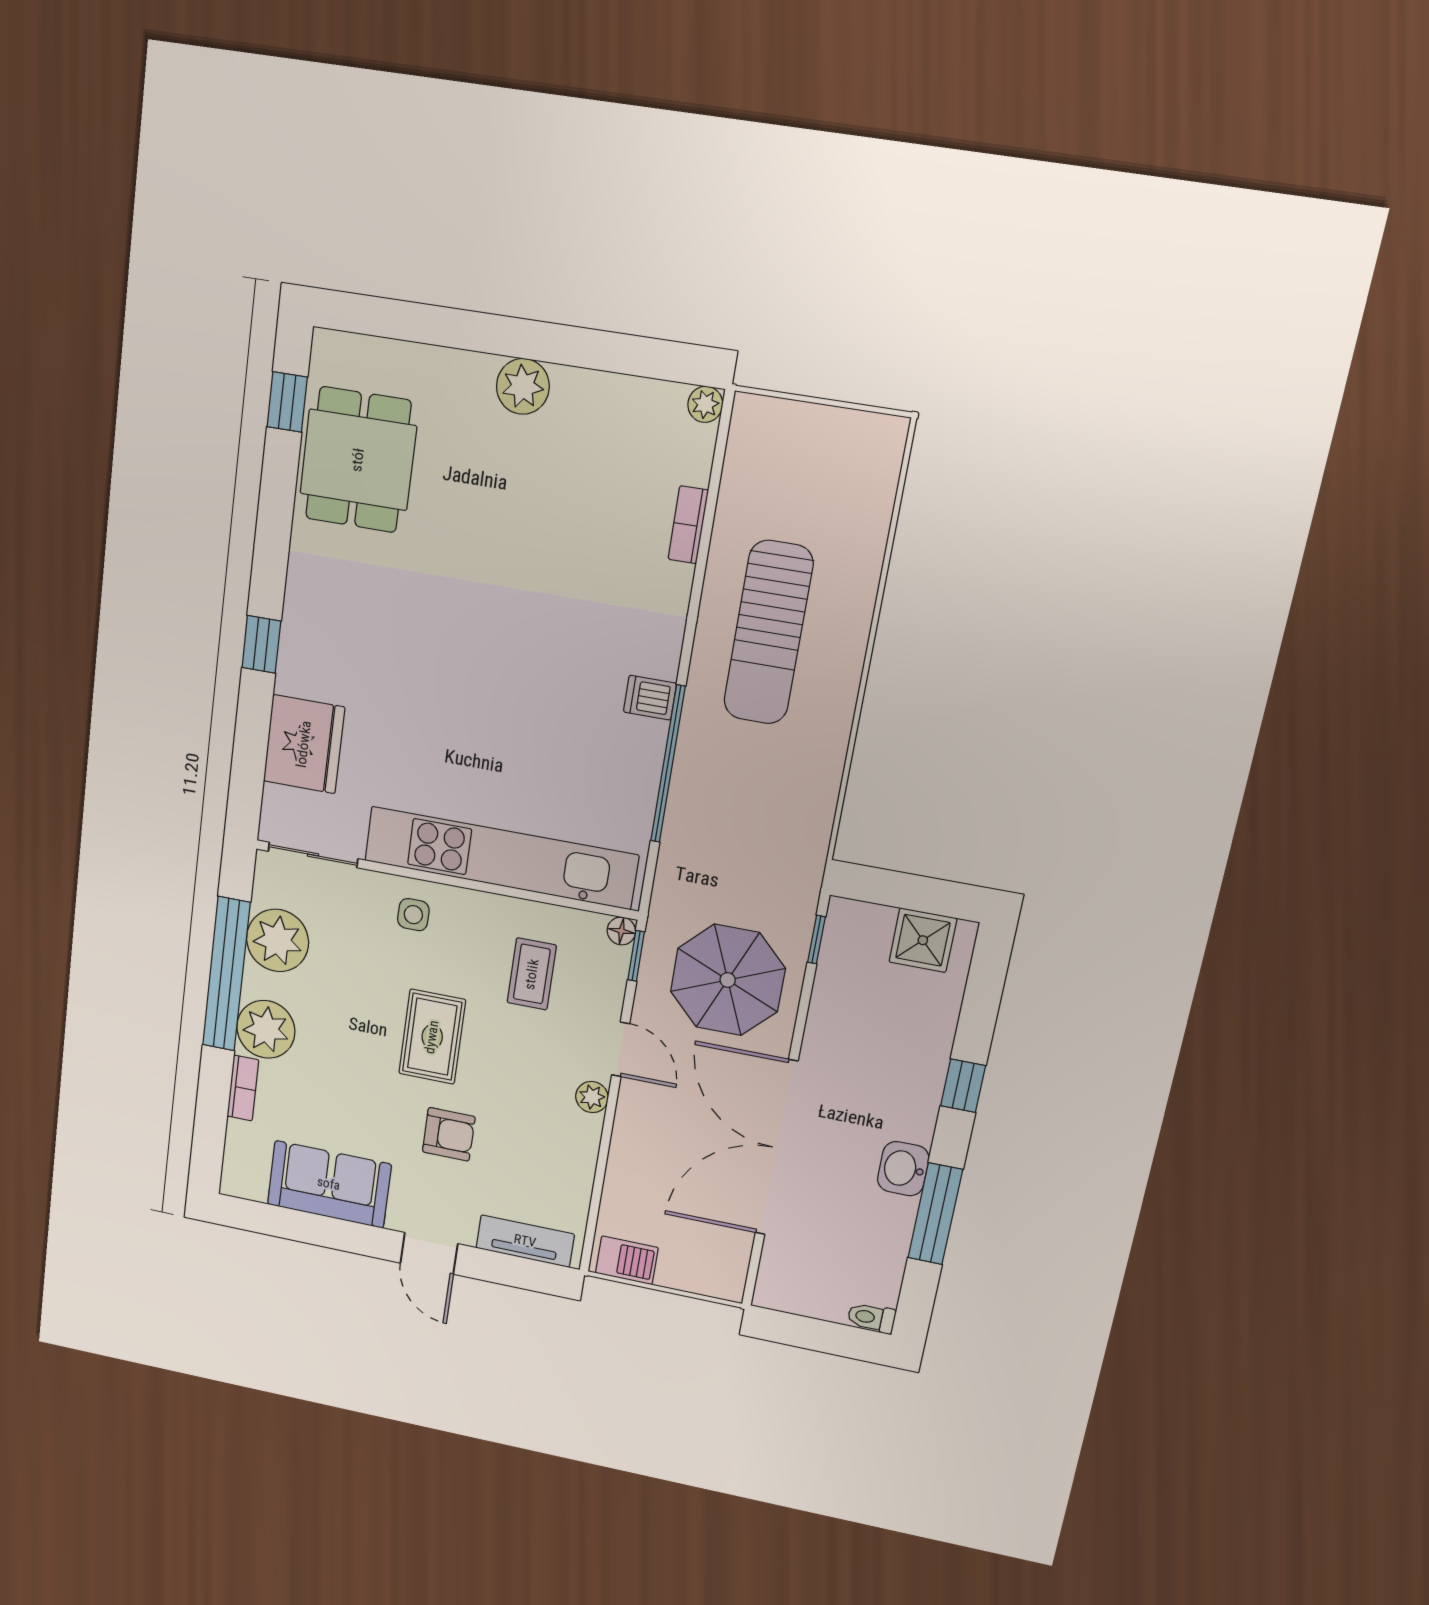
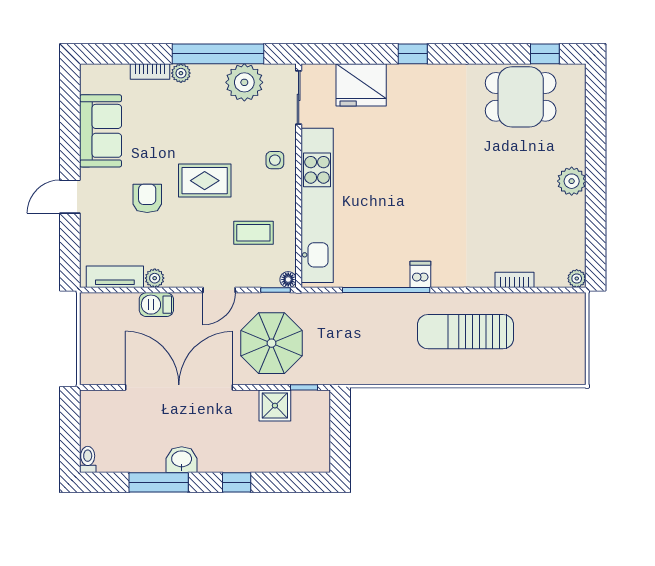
shower: (923, 940) -> (275, 406), moved
plant: (266, 1029) -> (181, 73), width x0.53, depth x0.53
plant: (592, 1097) -> (155, 278), moved
armchair: (449, 1134) -> (147, 198), turned 180
tv unit: (525, 1241) -> (115, 277), moved, turned -90
barbecue: (627, 1260) -> (156, 305), moved, turned 90

